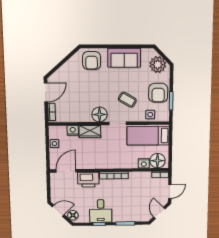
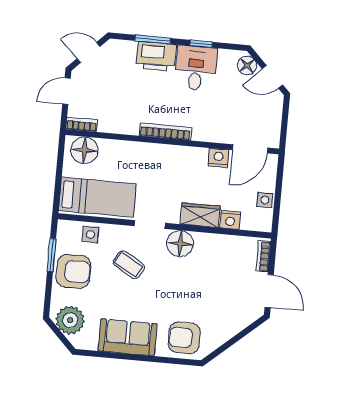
armchair: (92, 61) -> (184, 338), turned -90
door: (46, 92) -> (269, 291), swing flipped
armchair: (158, 93) -> (73, 271), turned 90
nightstand: (144, 163) -> (218, 158), moved
printer: (88, 180) -> (156, 56), moved, turned 180
door: (159, 213) -> (89, 52), swing flipped

